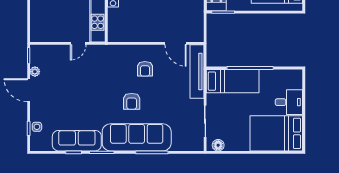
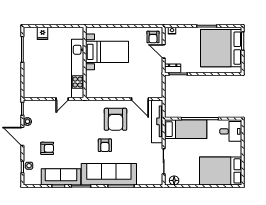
armchair: (145, 69) -> (116, 119), width x1.88, depth x1.88
desk: (289, 102) -> (231, 131), moved
armchair: (60, 105) -> (47, 148), added

